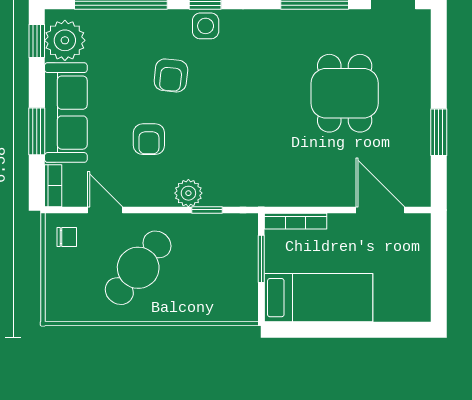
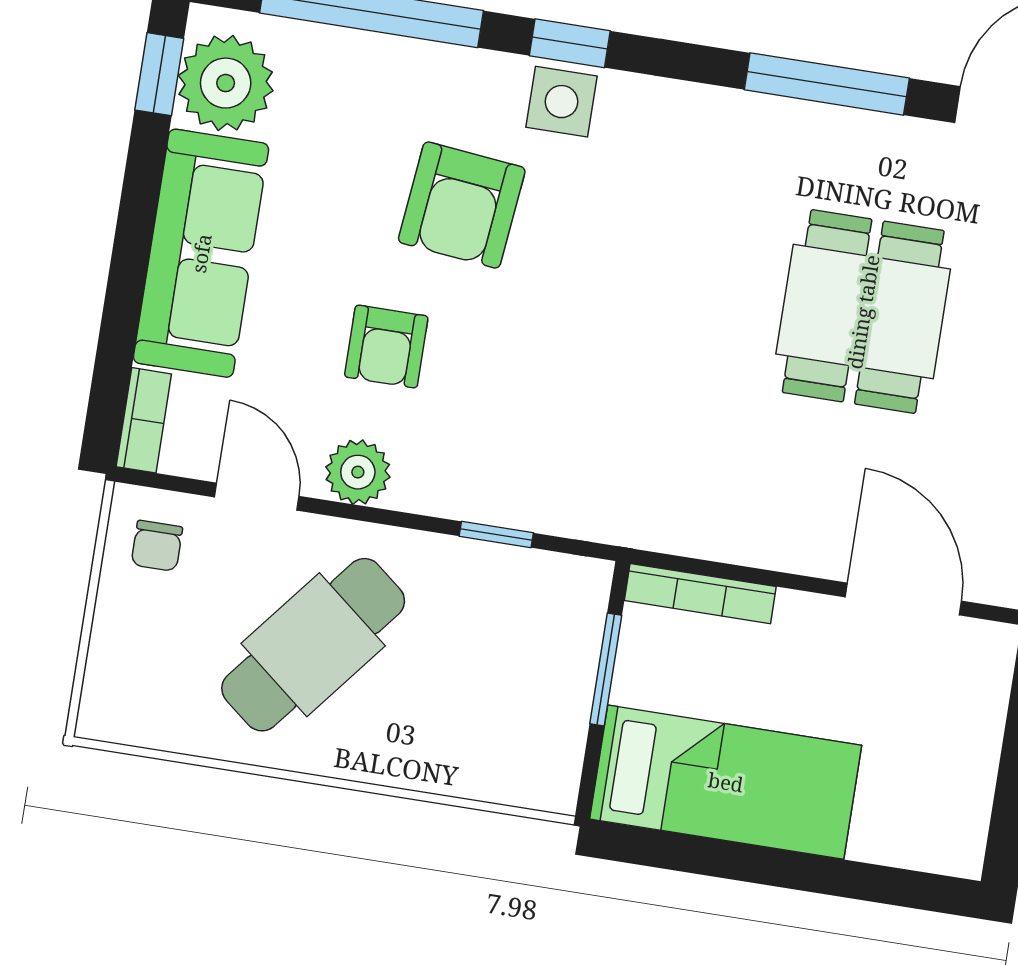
armchair: (171, 75) -> (462, 205), width x1.38, depth x1.38
window: (37, 131) -> (126, 286), removed
plant: (188, 193) -> (358, 472), moved
chair: (67, 237) -> (157, 546), turned 90

